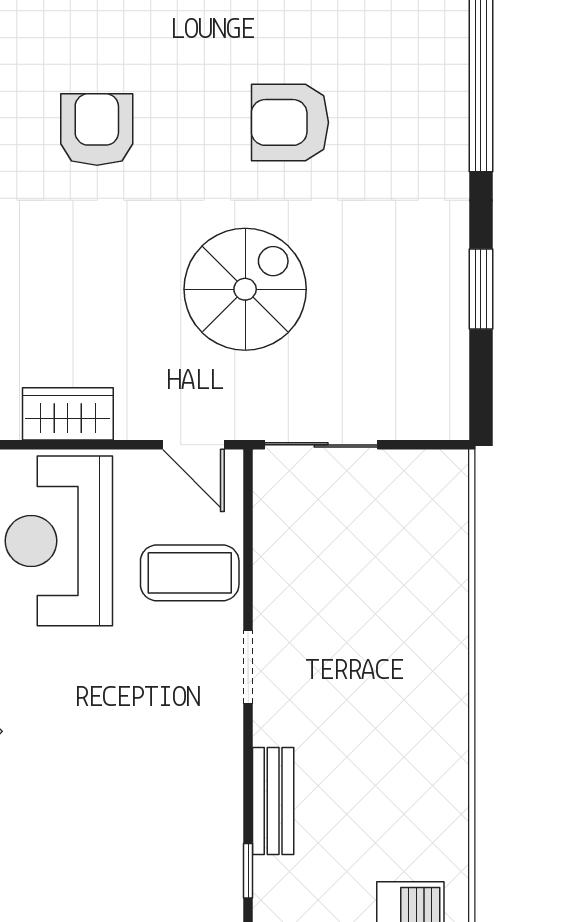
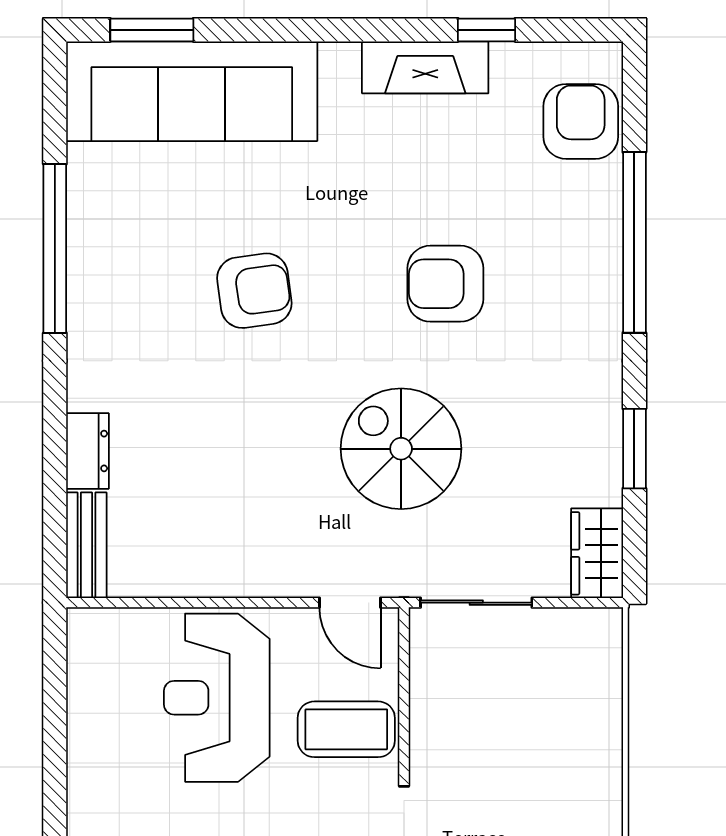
armchair: (97, 129) -> (254, 291), turned 82
spiral stairs: (245, 289) -> (401, 449), turned -90
wardrobe: (68, 414) -> (597, 553), moved, turned -90

